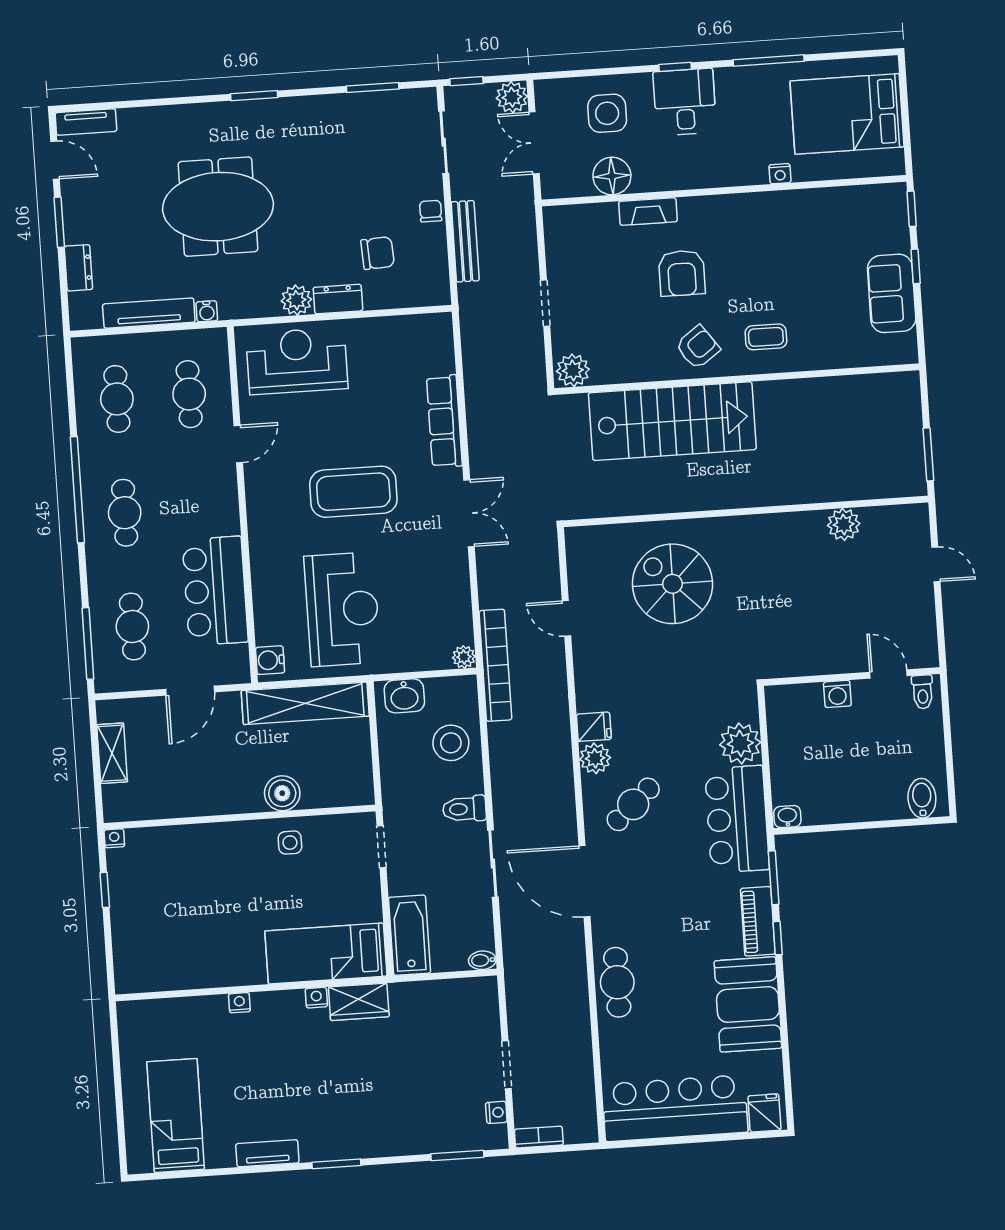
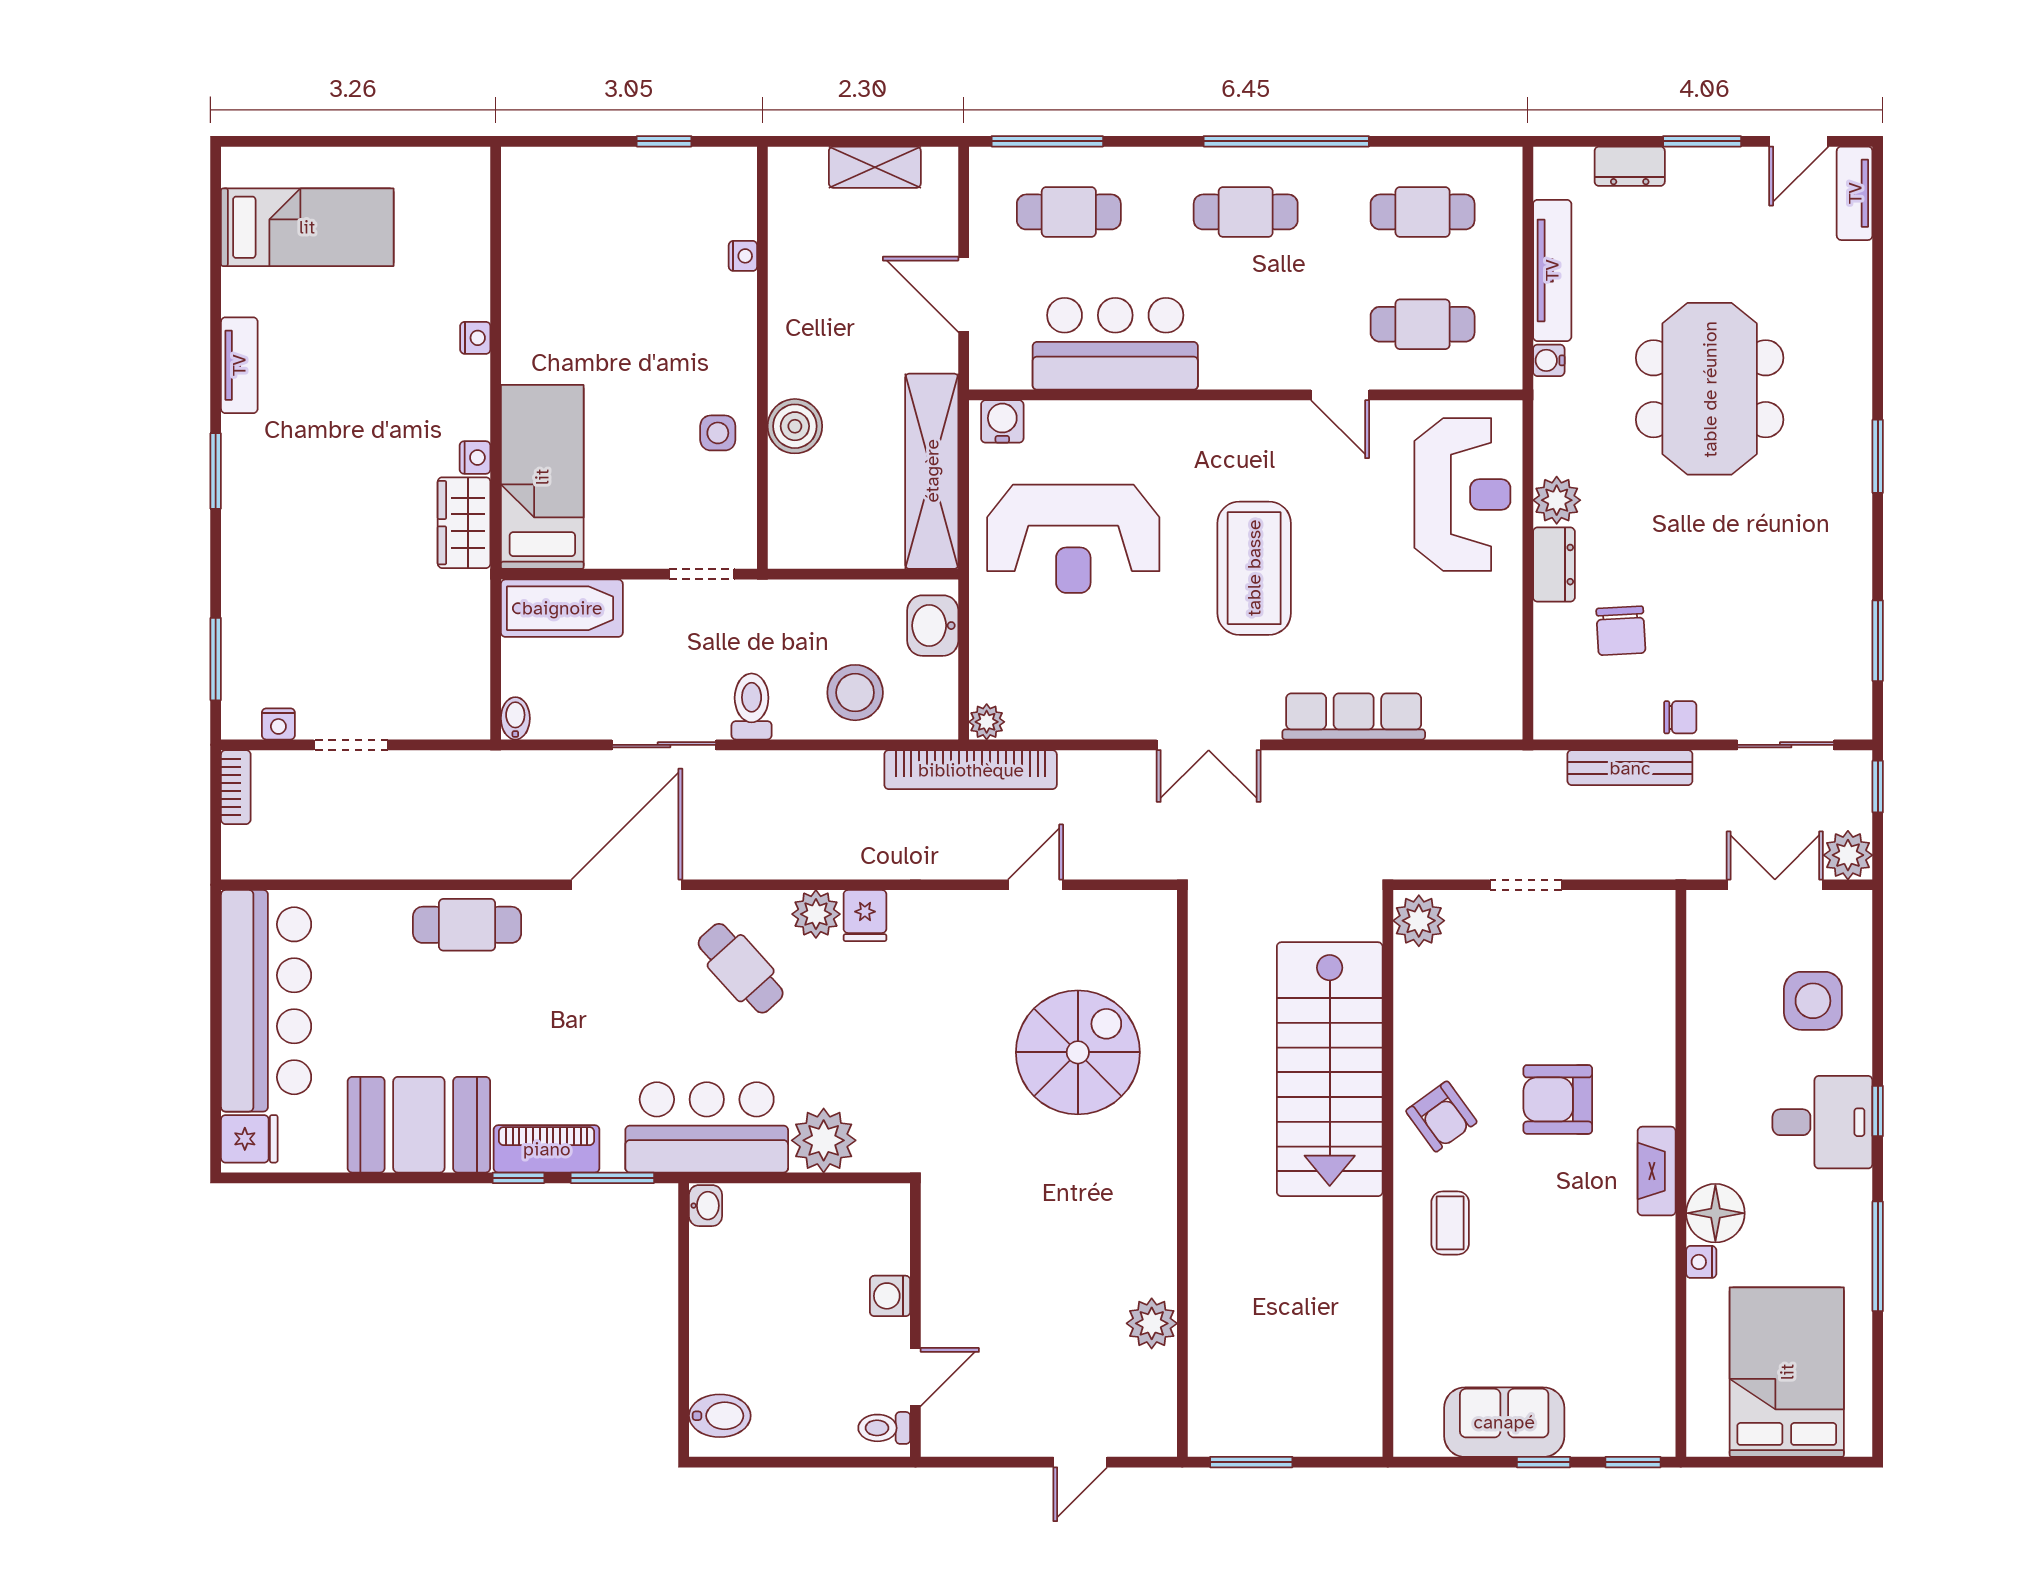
floor lamp: (612, 176) -> (1715, 1213), moved
fireplace: (648, 212) -> (1657, 1171), moved
nightstand: (114, 838) -> (743, 256), moved

